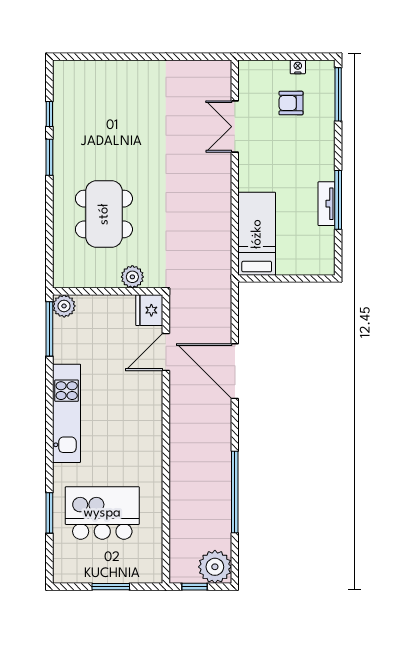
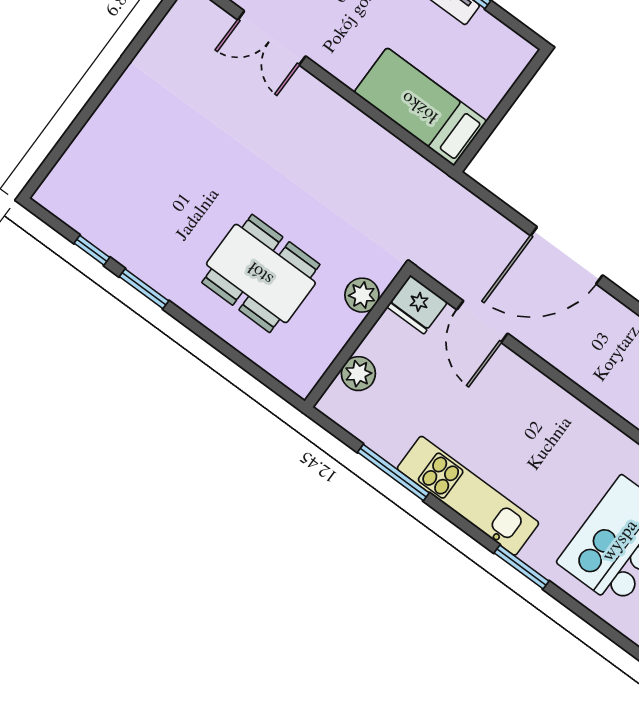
plant: (64, 306) -> (358, 374), moved
window: (49, 329) -> (393, 473), moved
window: (49, 513) -> (521, 567), moved

